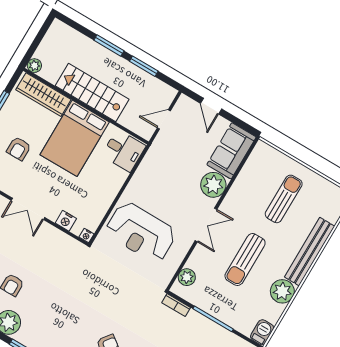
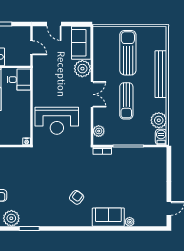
door: (164, 119) -> (31, 48), swing flipped
sun lounger: (284, 199) -> (128, 53), width x1.36, depth x1.34
nightstand: (66, 221) -> (10, 140), removed
plant: (282, 291) -> (159, 120), moved

